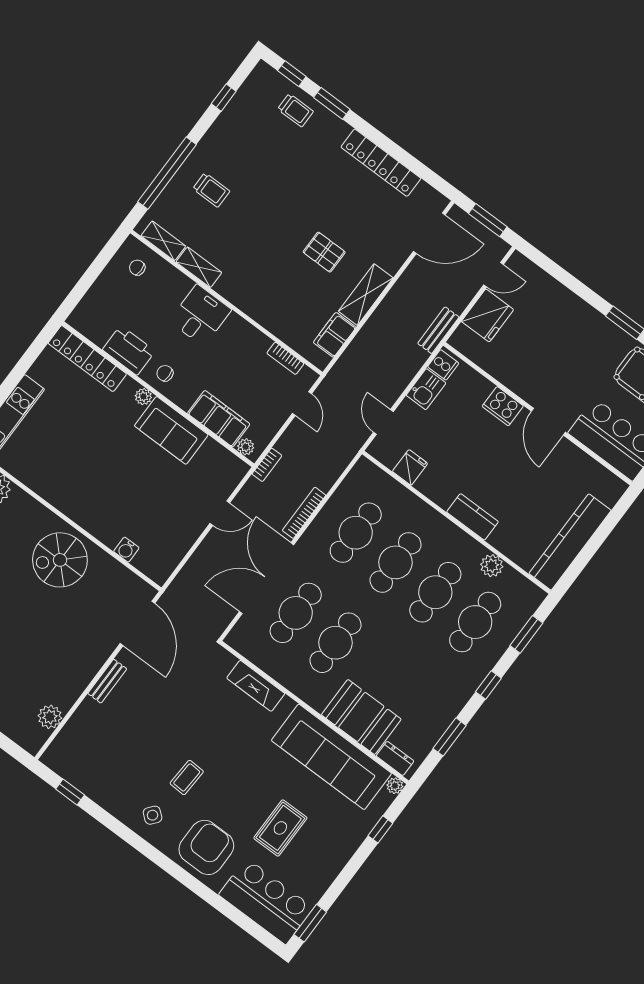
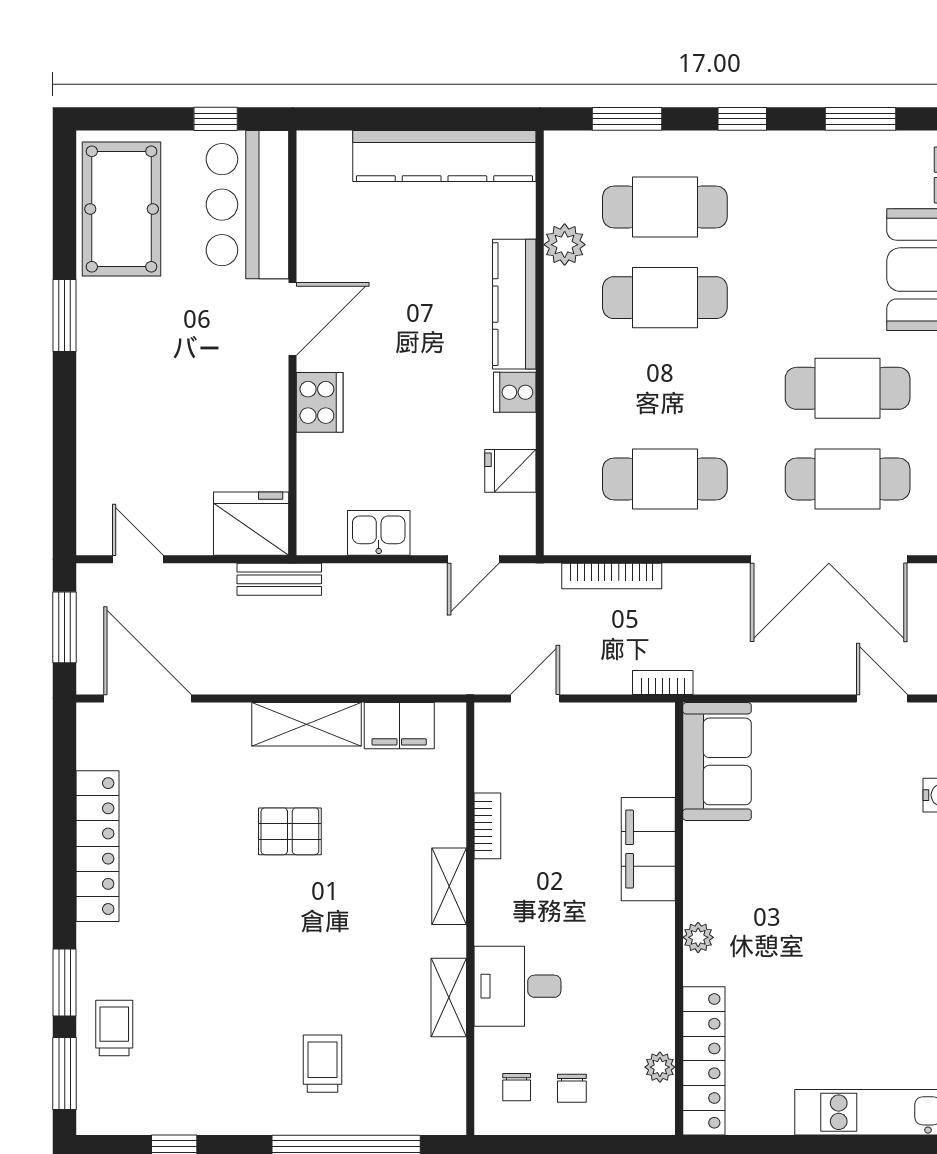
window: (292, 74) -> (65, 1073), width x1.50
shelving: (163, 241) -> (449, 886), moved
pallet: (324, 252) -> (290, 831), turned 90
desk: (200, 315) -> (517, 986), moved
fridge: (488, 315) -> (251, 524), moved
printer: (129, 350) -> (647, 1009), removed
bookcase: (285, 358) -> (487, 826), moved
cooker: (443, 365) -> (515, 392), moved, turned -90
chair: (165, 373) -> (572, 1088), moved
filing cabinet: (219, 419) -> (648, 849), moved
sofa: (171, 430) -> (717, 761), moved
plant: (246, 447) -> (660, 1067), moved
door: (220, 513) -> (882, 698), moved
bookcase: (304, 513) -> (612, 576), moved
kitchen counter: (472, 517) -> (514, 304), width x1.50
cafe table: (396, 562) -> (665, 388), removed

